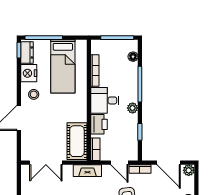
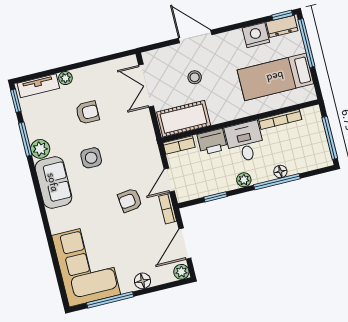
floor lamp: (133, 57) -> (280, 172), moved
stool: (34, 94) -> (195, 77), moved
fireplace: (87, 171) -> (149, 142), removed

